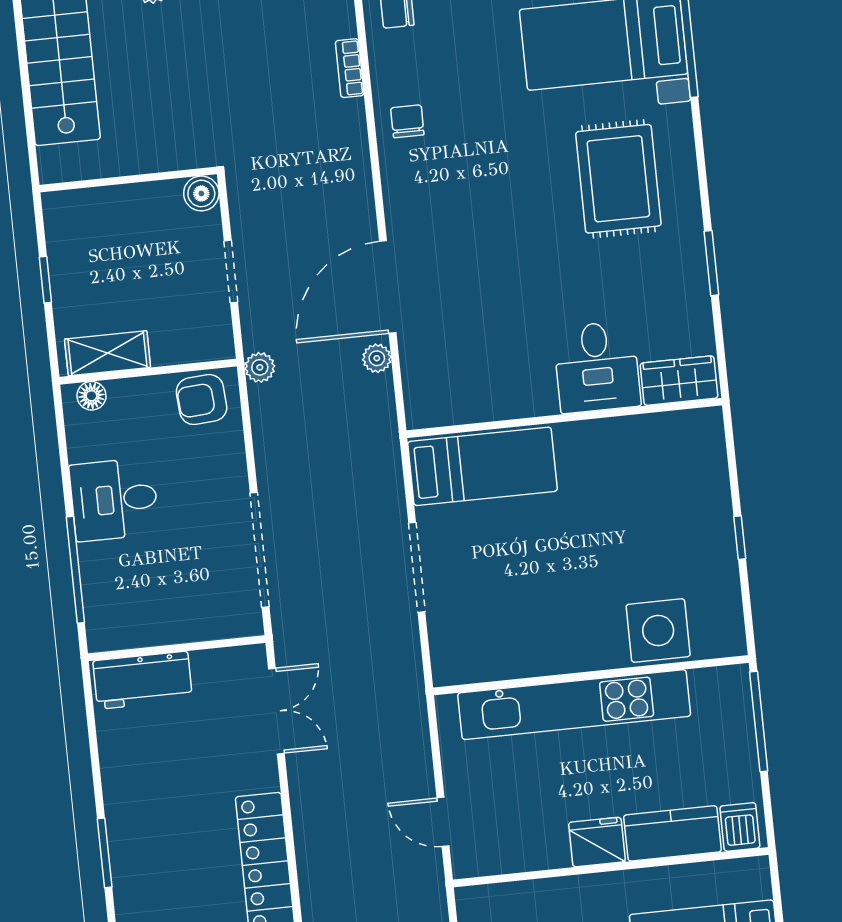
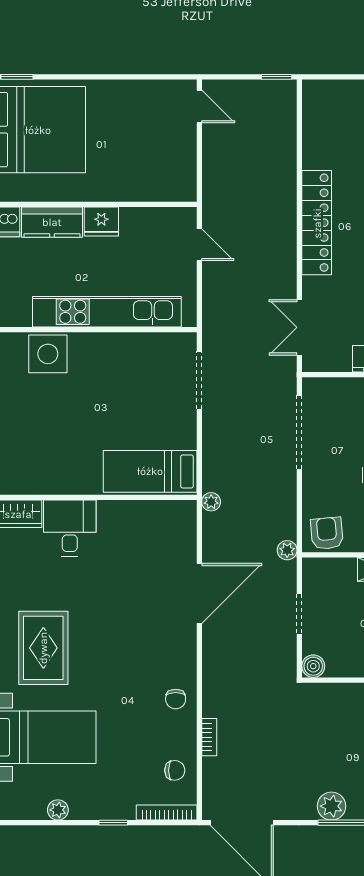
plant: (377, 358) -> (211, 502), moved
armchair: (202, 400) -> (327, 533), turned -91
doorway: (417, 567) -> (199, 380), moved

